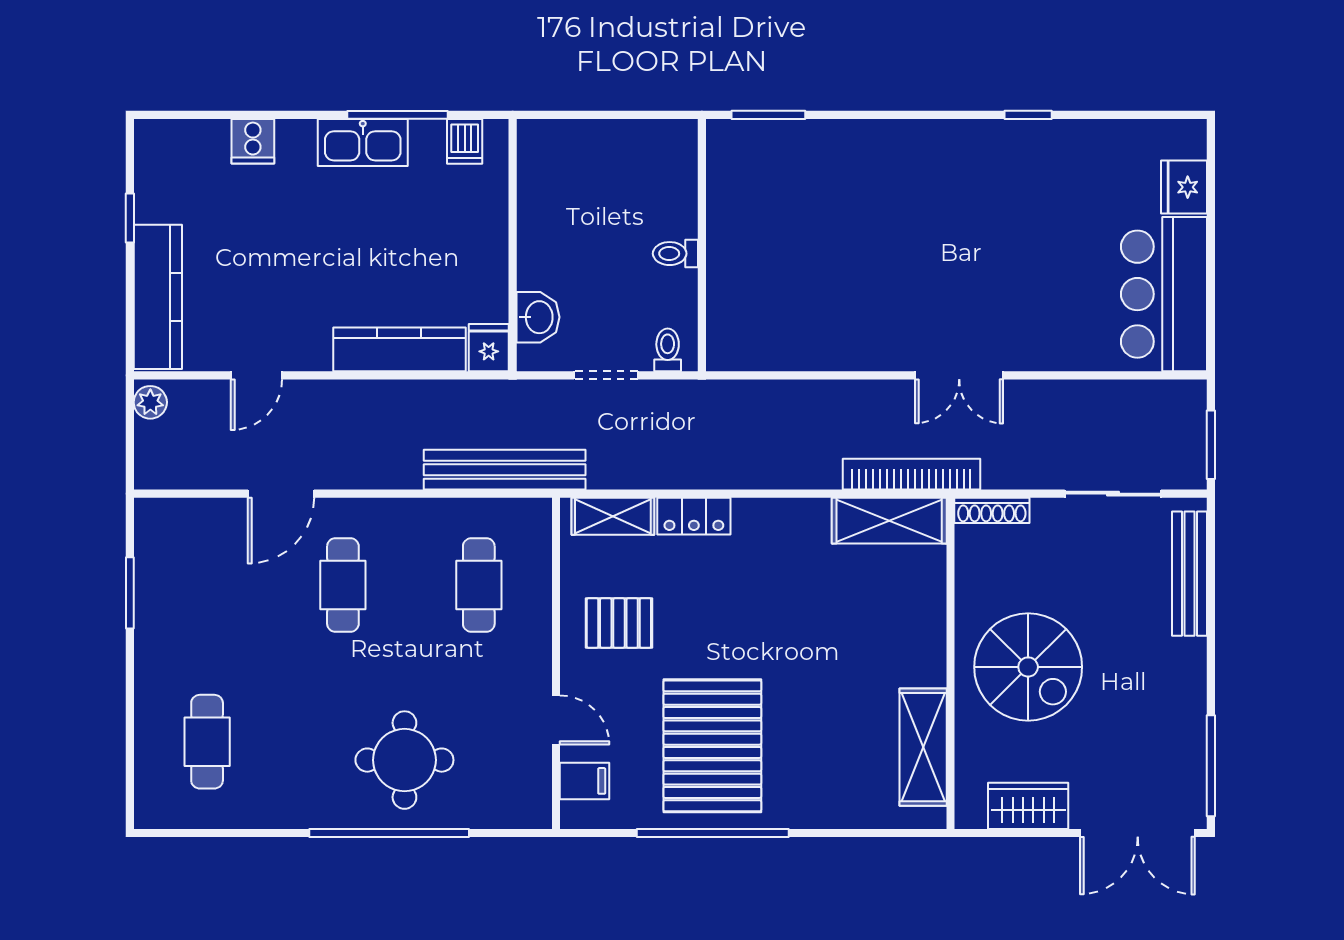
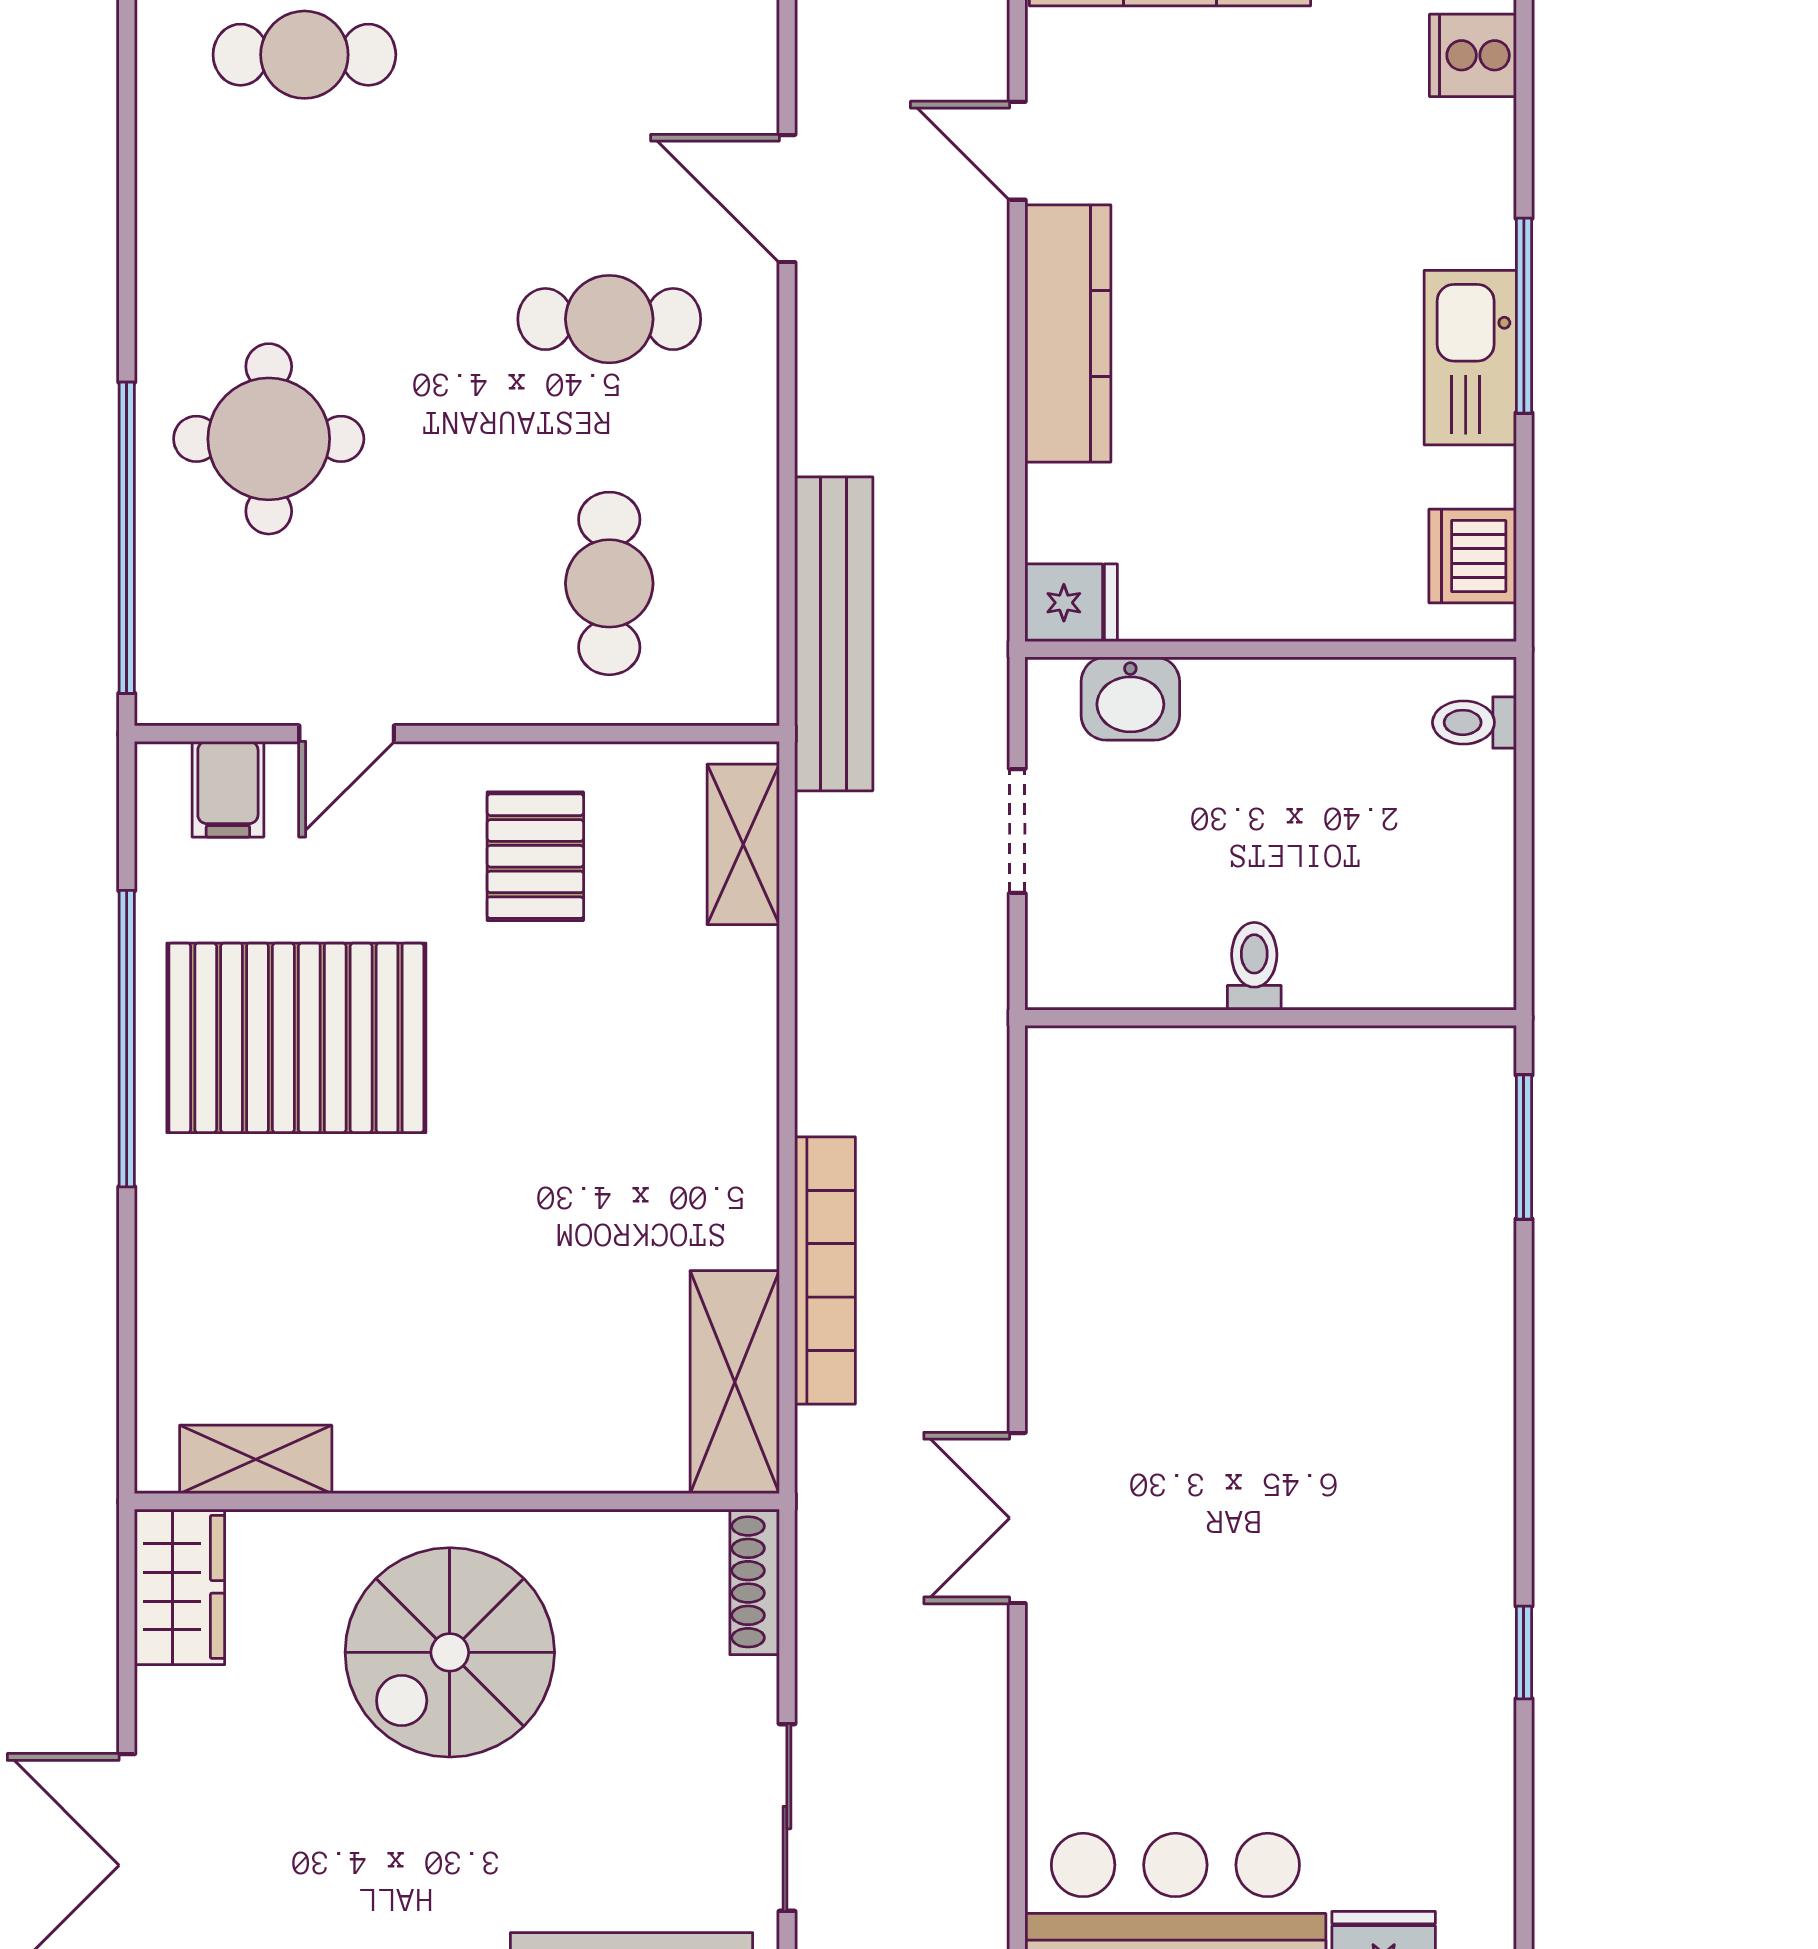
window: (398, 115) -> (1524, 316), moved
cooker: (253, 141) -> (1473, 55), moved
dishwasher: (465, 141) -> (1473, 556), width x1.38
kitchen counter: (399, 349) -> (1068, 334), moved
toilet: (668, 350) -> (1474, 722), moved, turned 180
bookcase: (911, 474) -> (825, 1270), moved
locker: (694, 516) -> (743, 1002), removed
cafe table: (479, 585) -> (609, 583), turned 90
shelving: (923, 747) -> (256, 1459), width x0.67, depth x0.75
wardrobe: (1028, 806) -> (180, 1587), moved
window: (389, 833) -> (127, 538), moved

